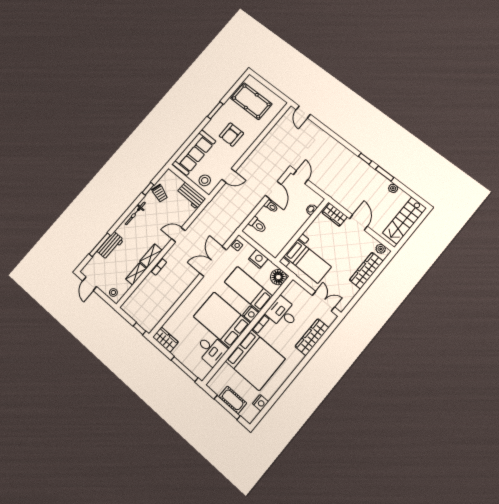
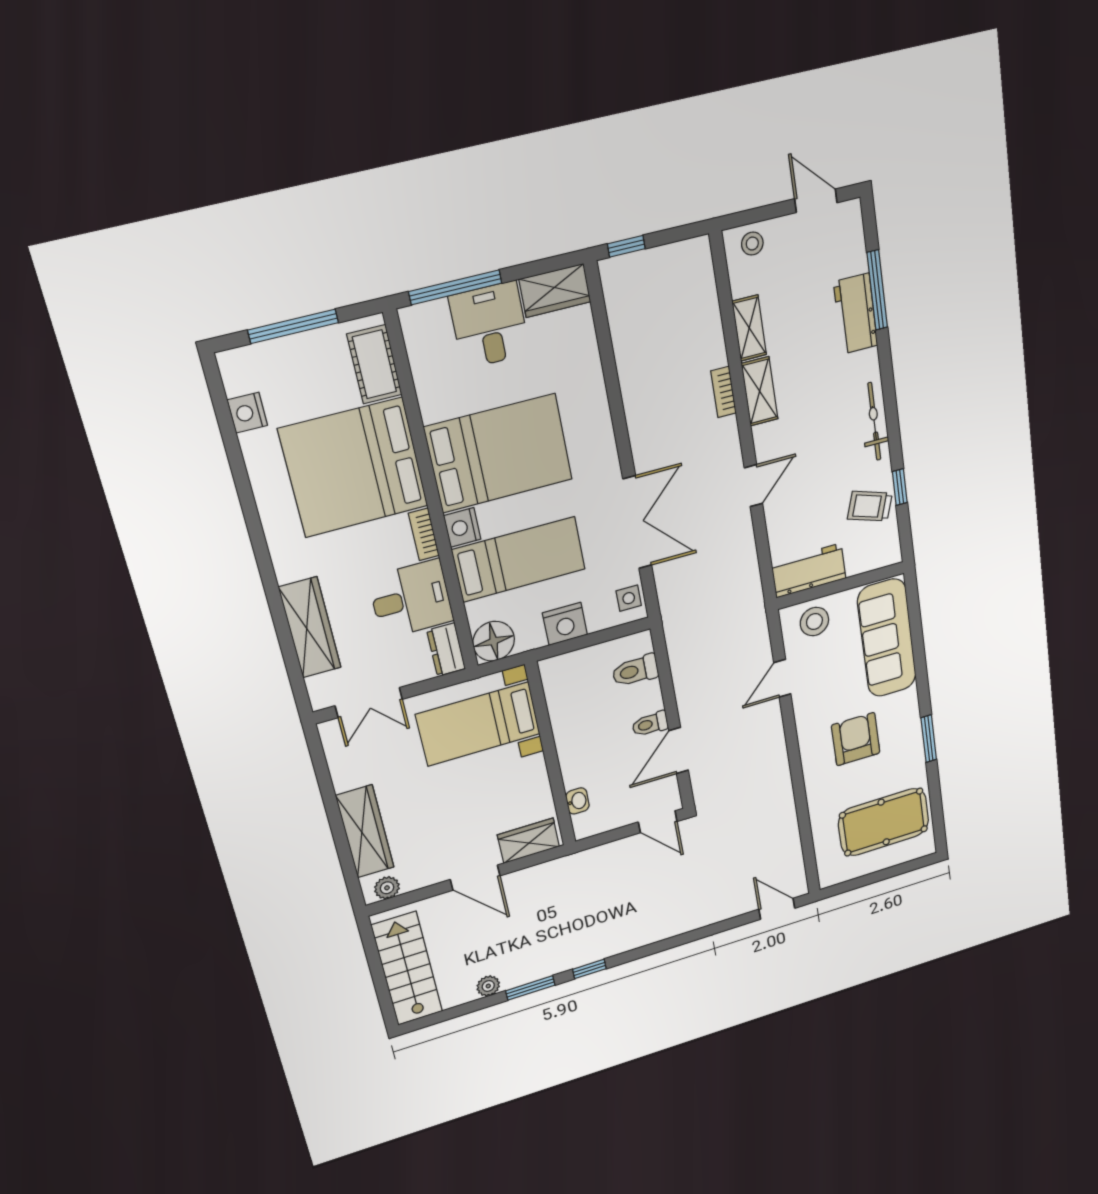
door: (273, 190) -> (679, 750), hinge flipped
dresser: (291, 290) -> (446, 650), added
desk: (211, 350) -> (490, 325), moved, turned 90
cot: (233, 400) -> (374, 364), moved, turned 90

